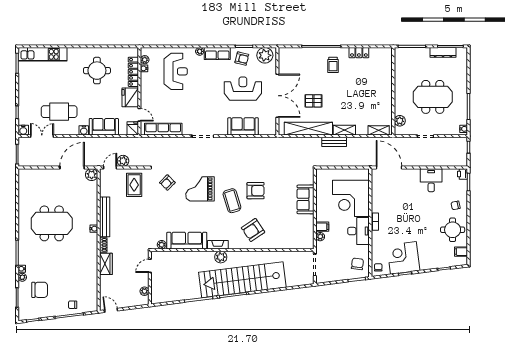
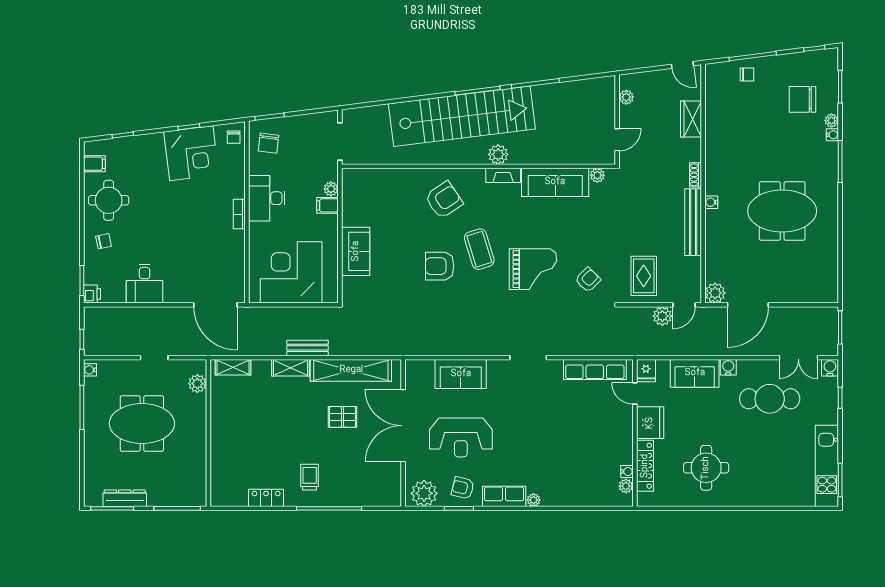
kitchen unit: (43, 54) -> (827, 466), moved, turned -90
reception desk: (176, 71) -> (574, 466), removed
corner desk: (351, 198) -> (291, 272), moved, turned -90
wardrobe: (106, 264) -> (691, 119), moved

